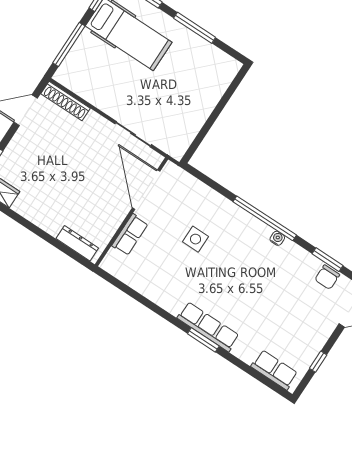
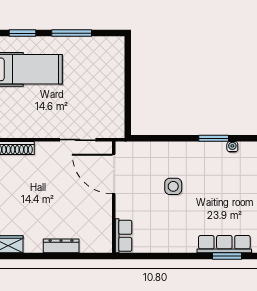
window: (265, 218) -> (214, 138), width x0.47
row of seats: (130, 235) -> (123, 236), moved
dresser: (77, 243) -> (61, 246), moved

